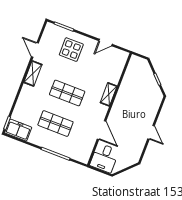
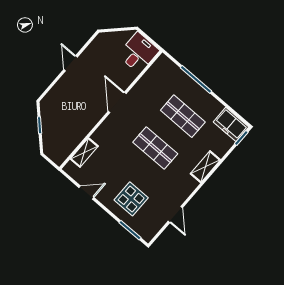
shelving: (33, 73) -> (205, 167), moved
shelving: (109, 94) -> (84, 153), moved
door: (101, 130) -> (117, 102), moved

